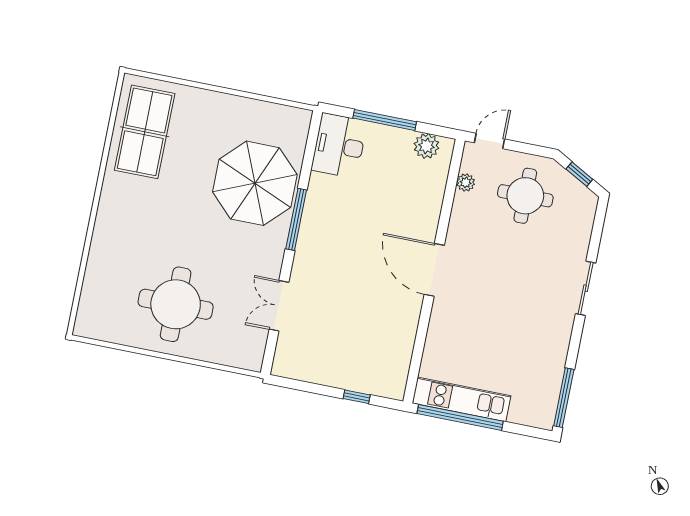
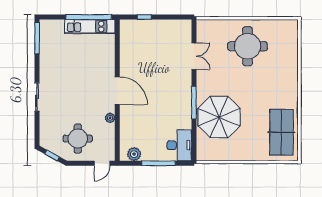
plant: (466, 182) -> (110, 118), moved

